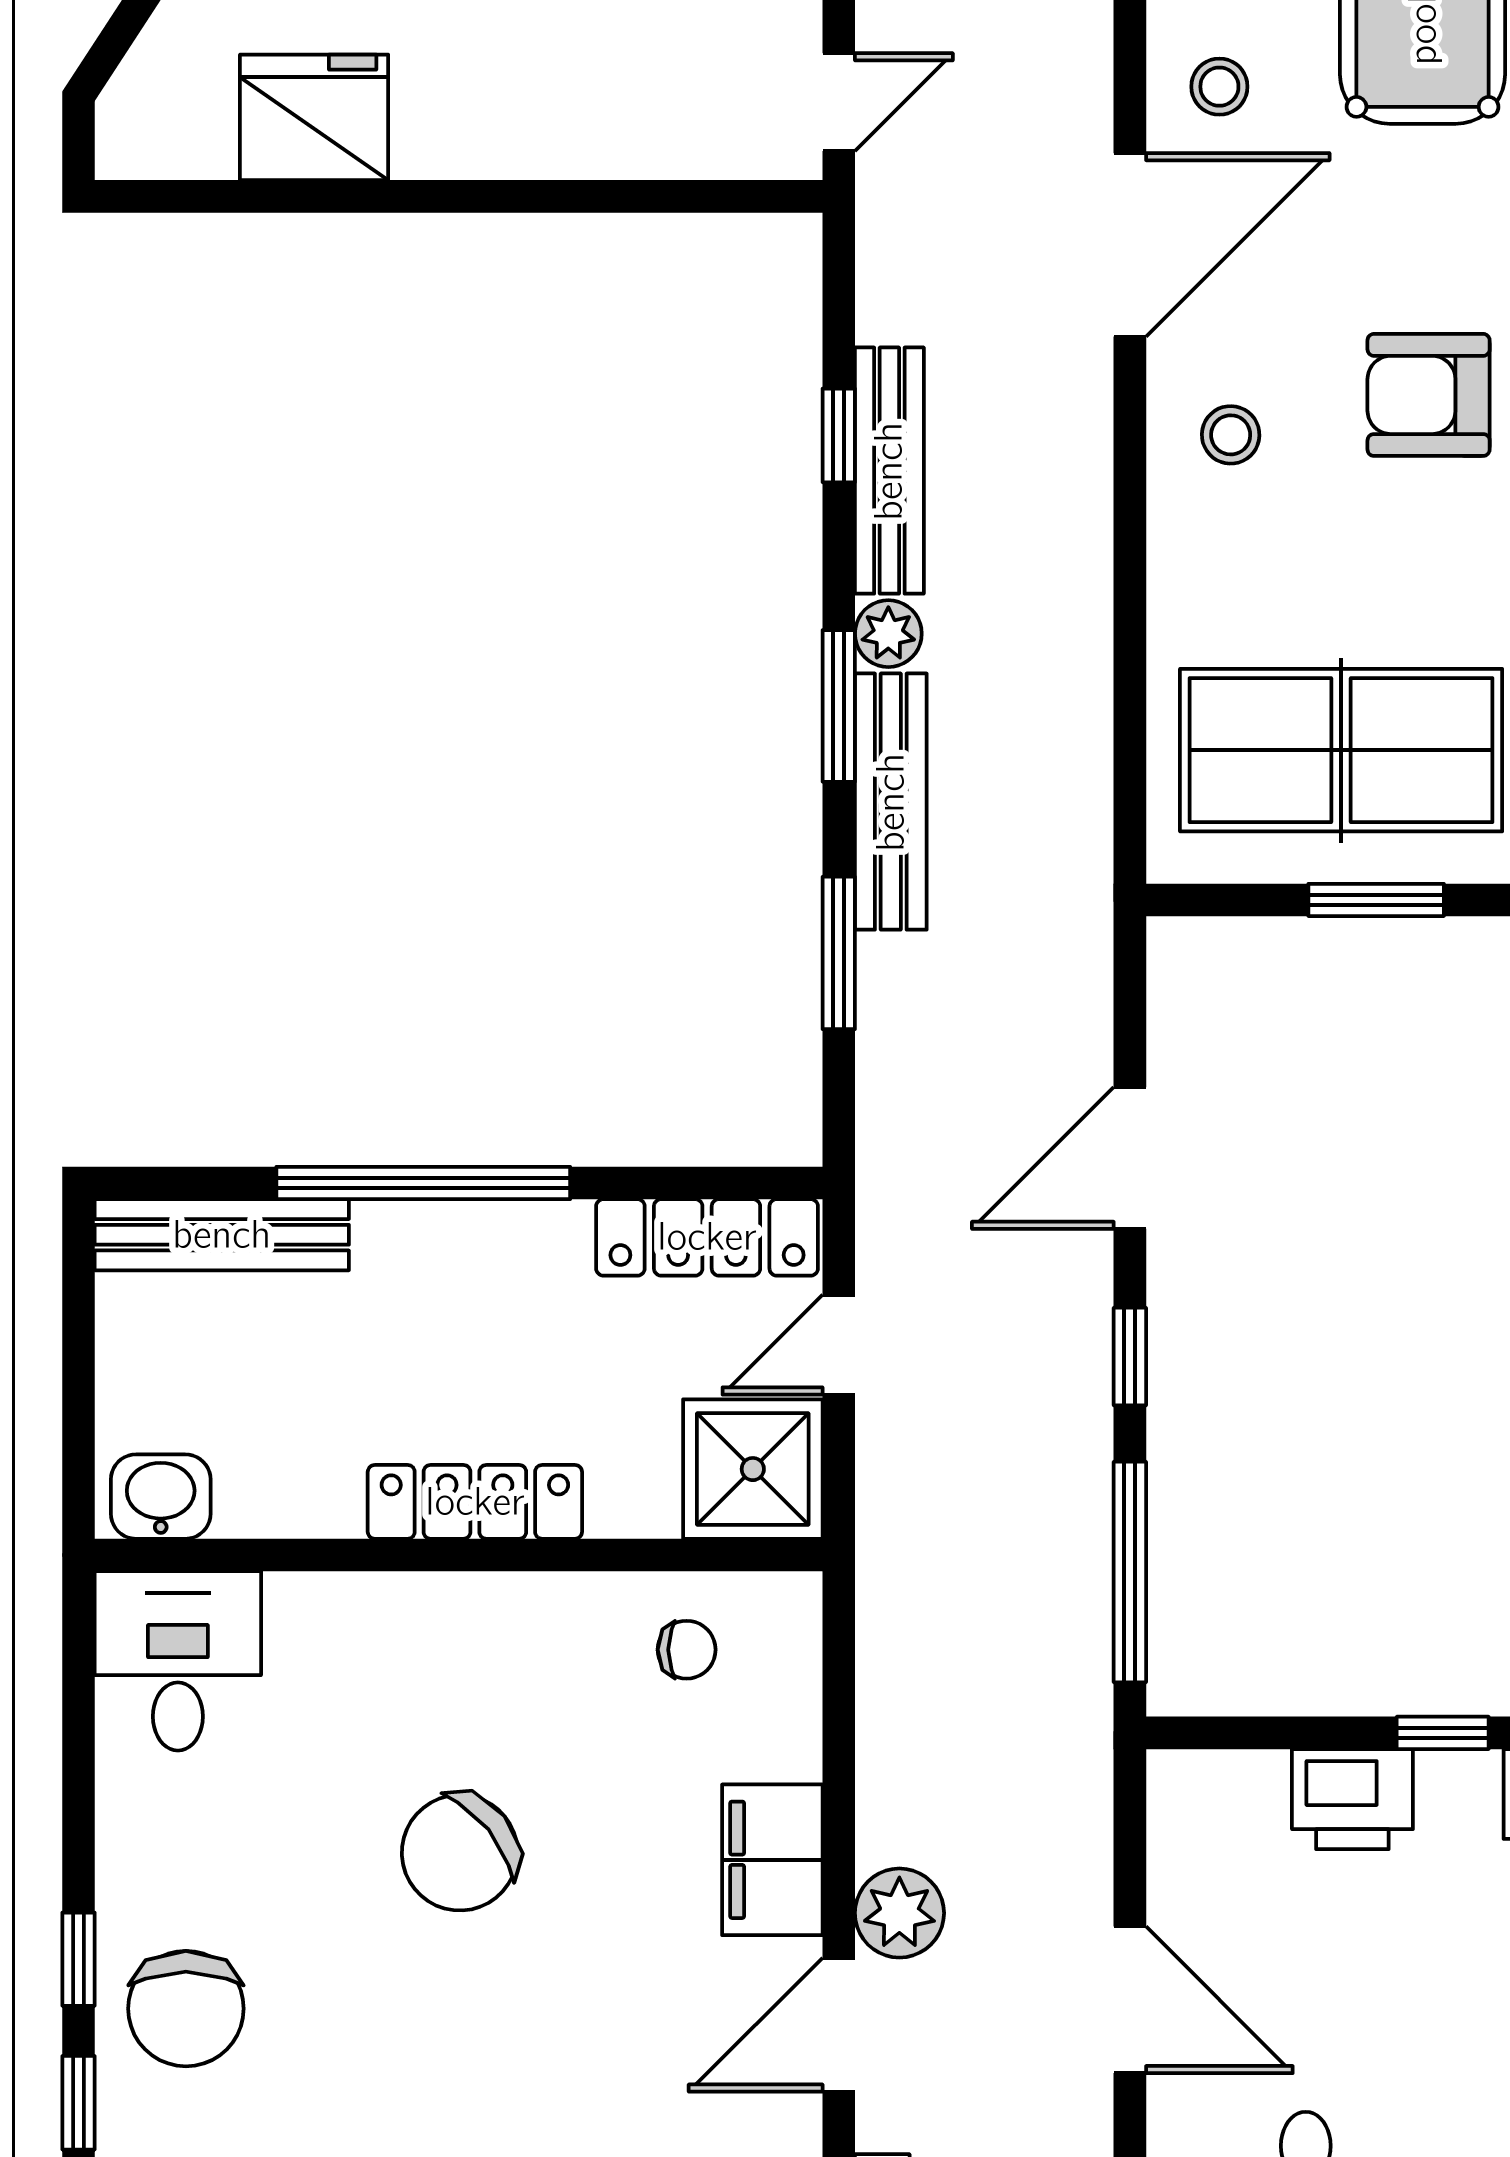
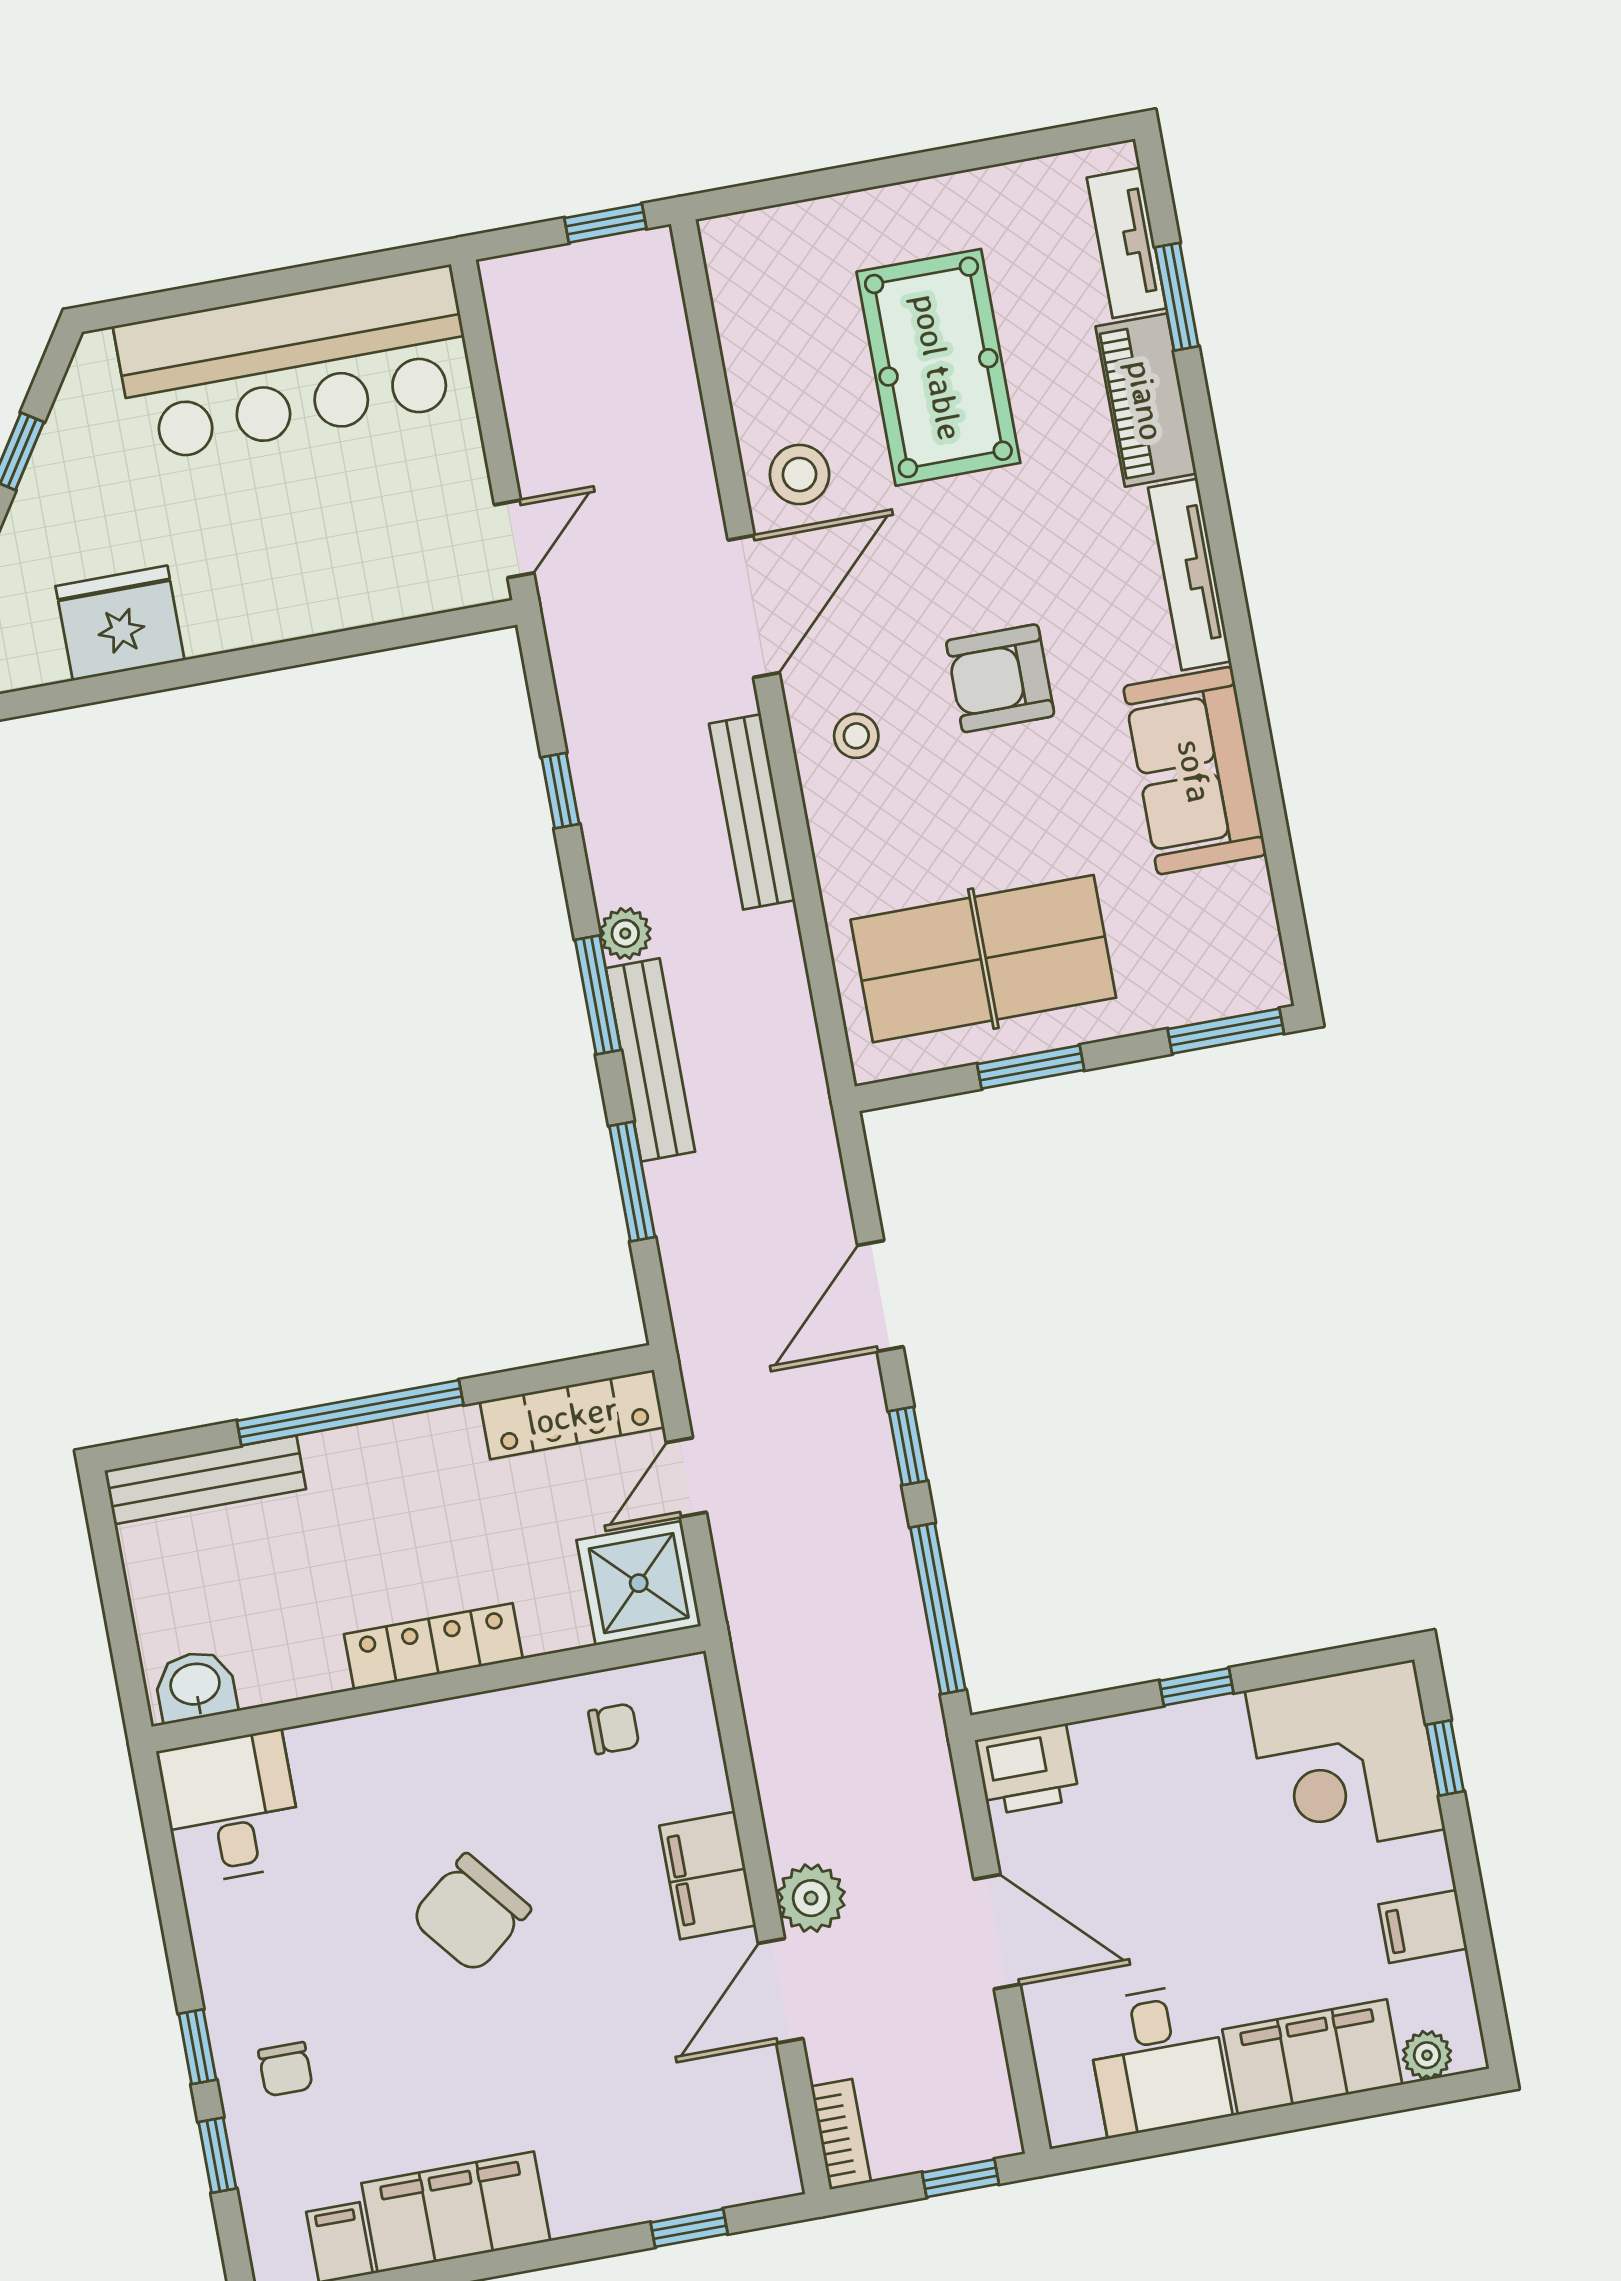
stool: (1219, 87) -> (799, 474), width x1.37, depth x1.37
bench: (889, 471) -> (752, 812), moved
printer: (1352, 1799) -> (1027, 1770), moved
chair: (186, 2009) -> (285, 2069), width x0.54, depth x0.54

